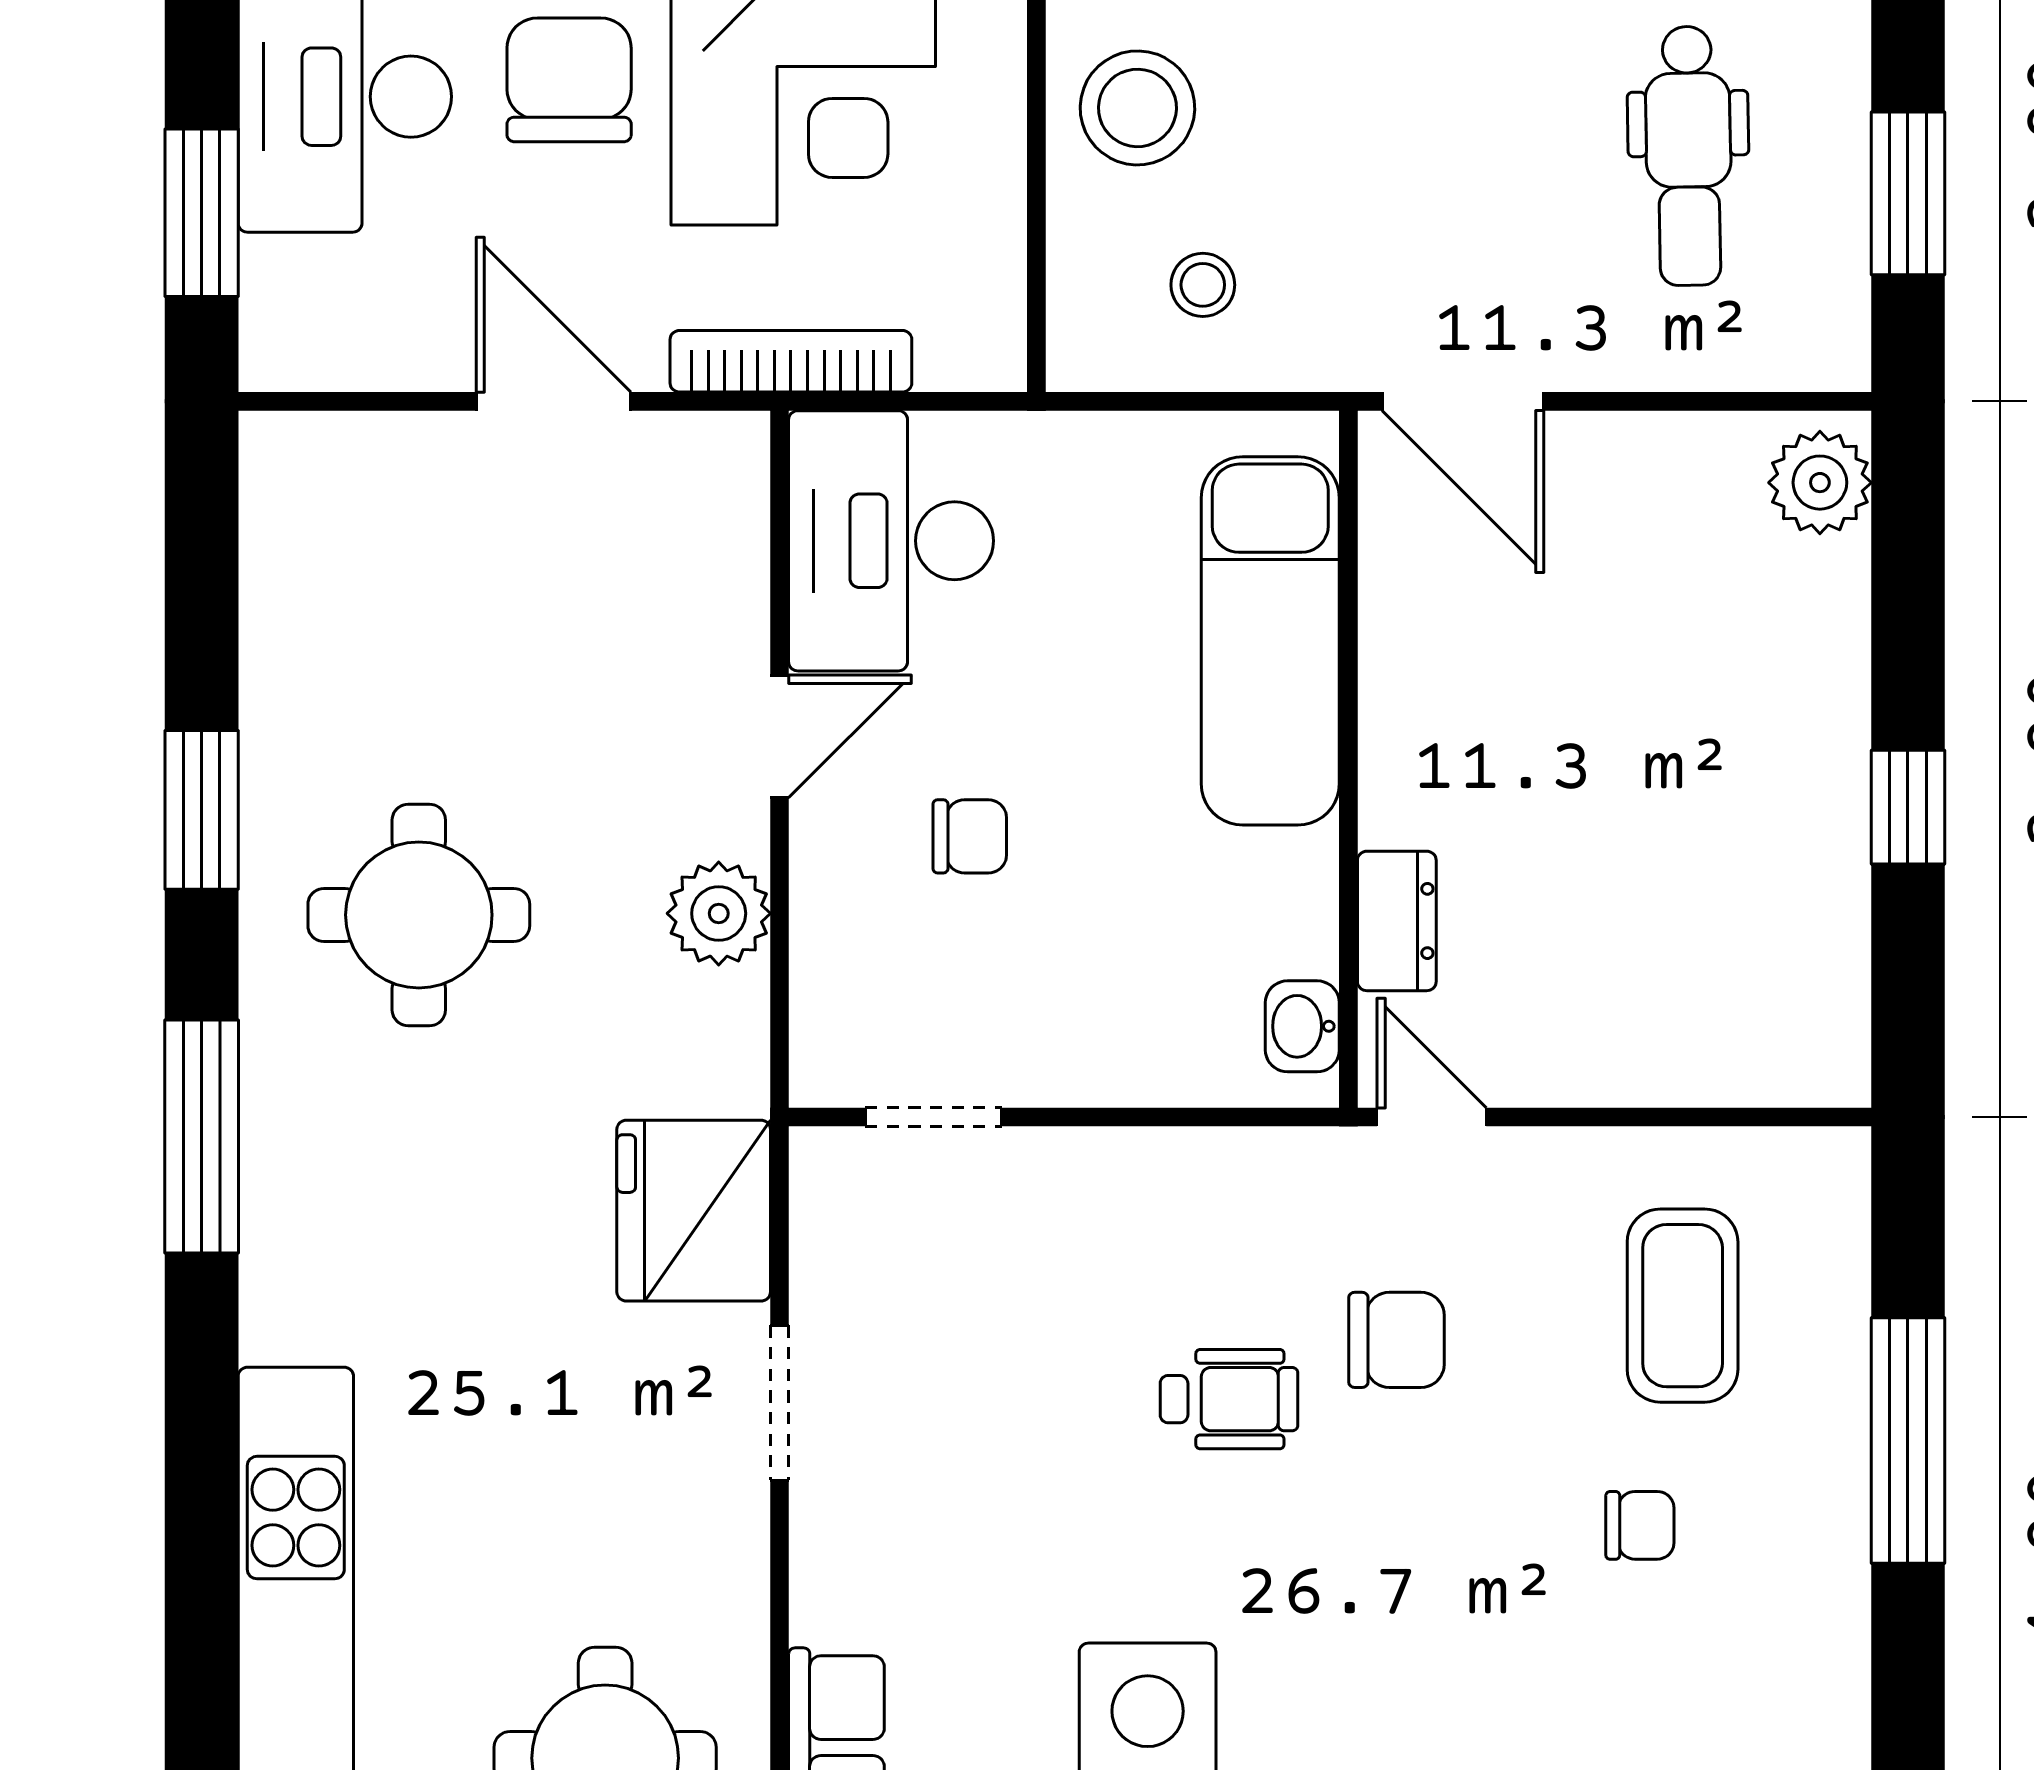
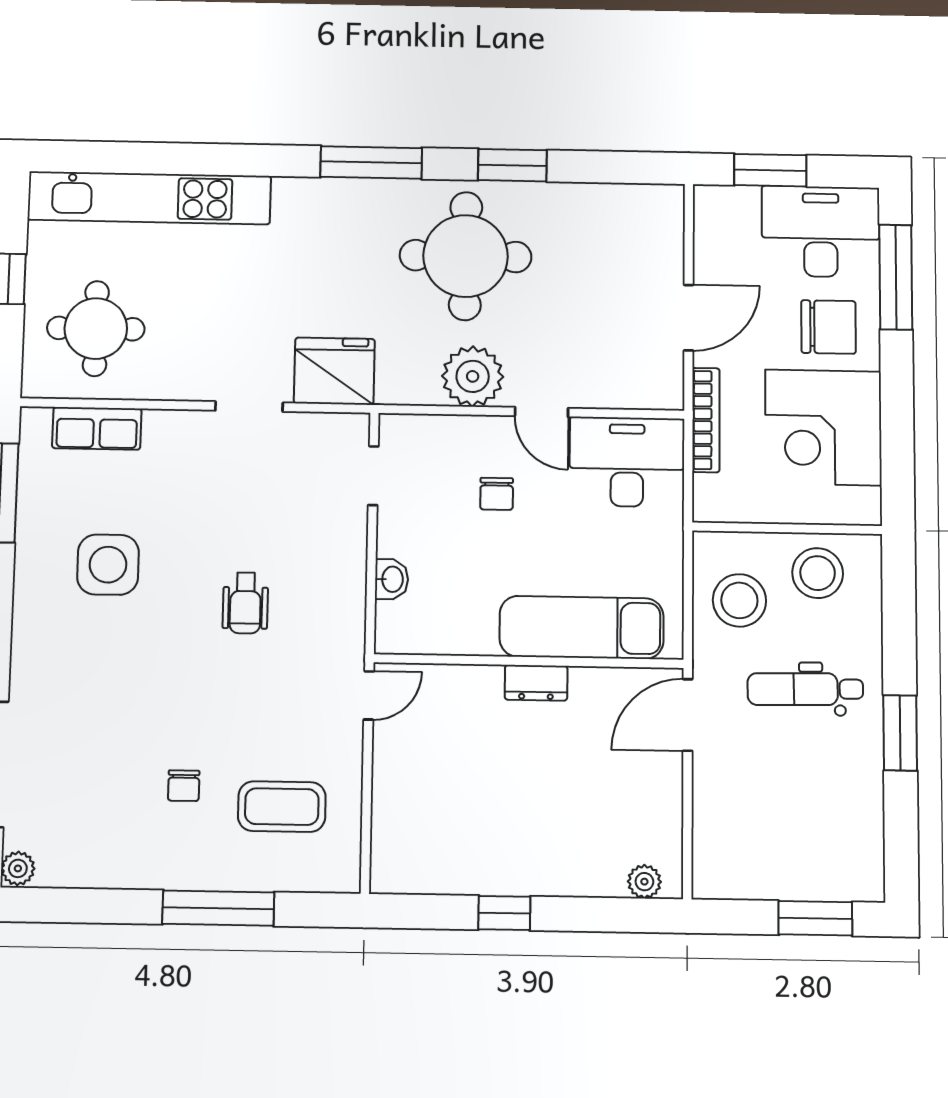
dental chair: (1689, 156) -> (805, 689), moved
window: (1908, 193) -> (815, 918), moved
stool: (1203, 285) -> (739, 600), width x1.89, depth x1.89
plant: (1820, 483) -> (644, 882), width x0.73, depth x0.73
plant: (719, 913) -> (473, 376), width x1.36, depth x1.36
round table: (419, 915) -> (466, 256), width x1.36, depth x1.36
dresser: (1397, 921) -> (536, 683), moved
washbasin: (1302, 1026) -> (392, 579), moved, turned 90
chair: (1397, 1340) -> (270, 678), removed

